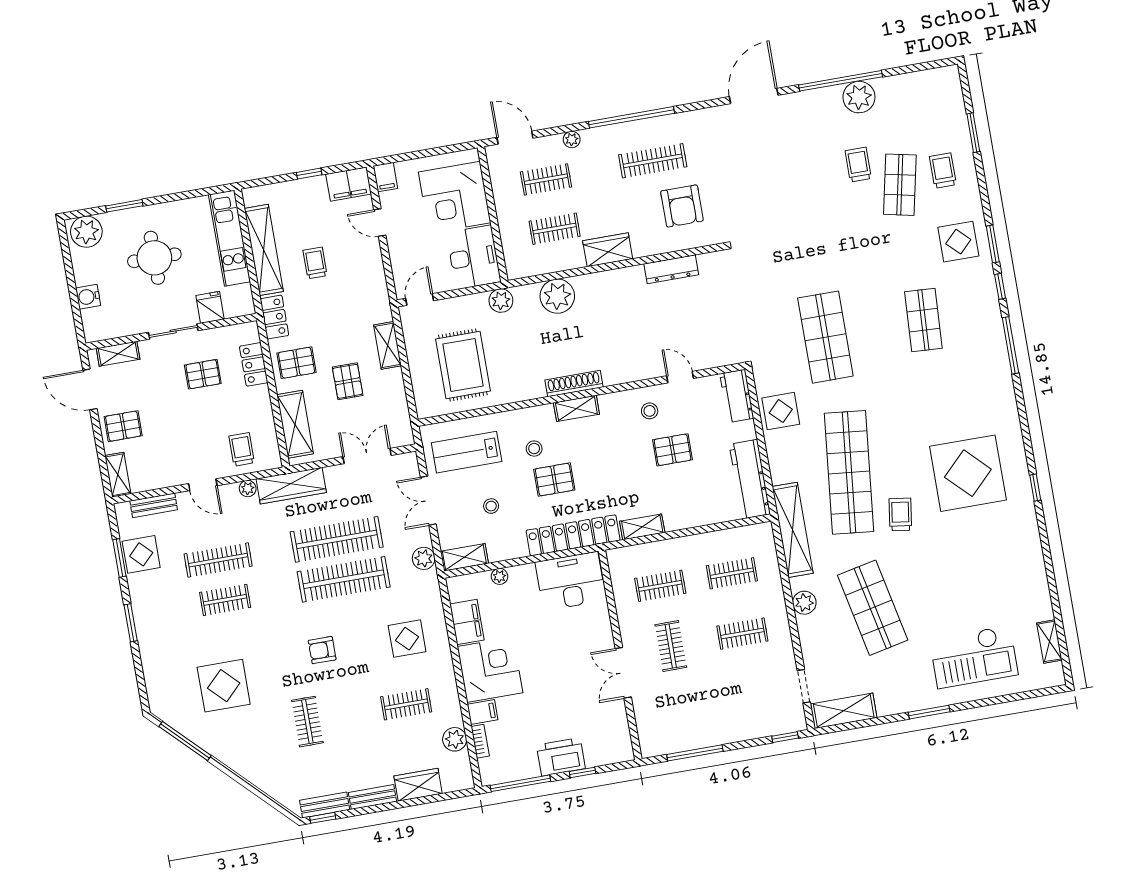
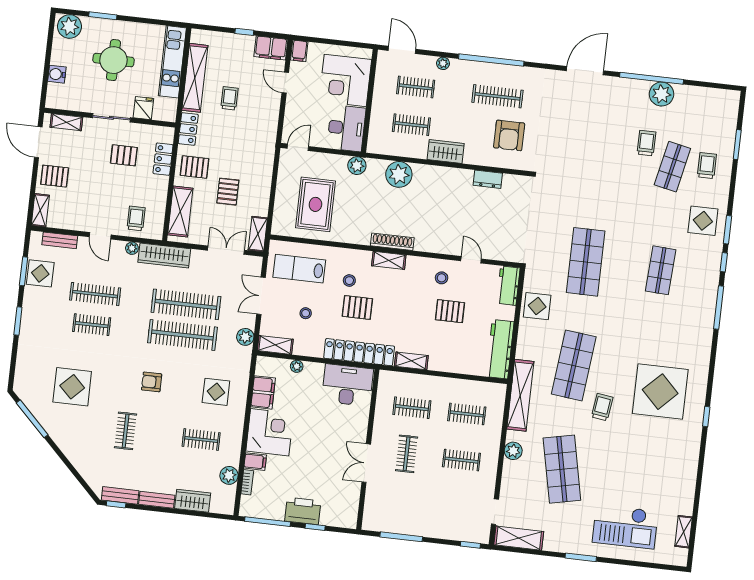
dresser: (671, 269) -> (488, 179), width x0.70
shelving: (388, 345) -> (258, 234), moved
shop shelf: (849, 472) -> (574, 365), width x0.71

